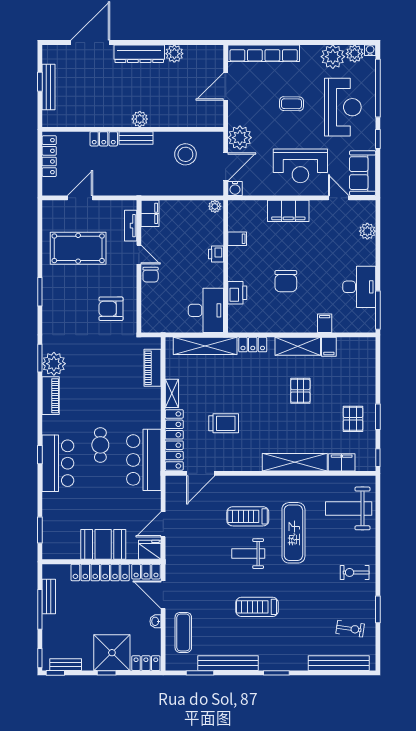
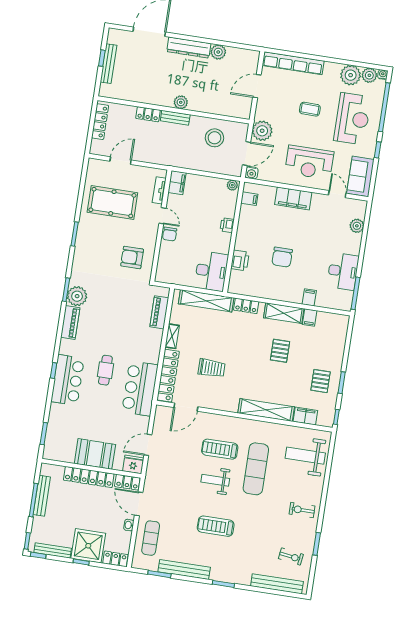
filing cabinet: (237, 239) -> (249, 199), moved
bench: (49, 597) -> (42, 496), width x1.36
bench: (66, 665) -> (53, 550), width x1.36

